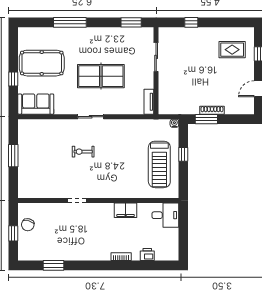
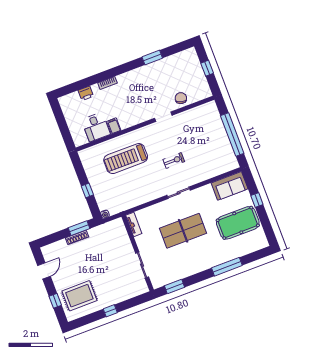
window: (191, 22) -> (110, 311), moved
rug: (232, 50) -> (79, 296), width x1.36, depth x1.43
window: (13, 156) -> (232, 134), width x2.11
treadmill: (159, 164) -> (126, 159), moved, turned -90
filing cabinet: (126, 210) -> (114, 126), width x0.50
desk: (165, 215) -> (96, 127), moved, turned -90
chair: (28, 225) -> (181, 98), moved
window: (53, 265) -> (152, 57), moved

